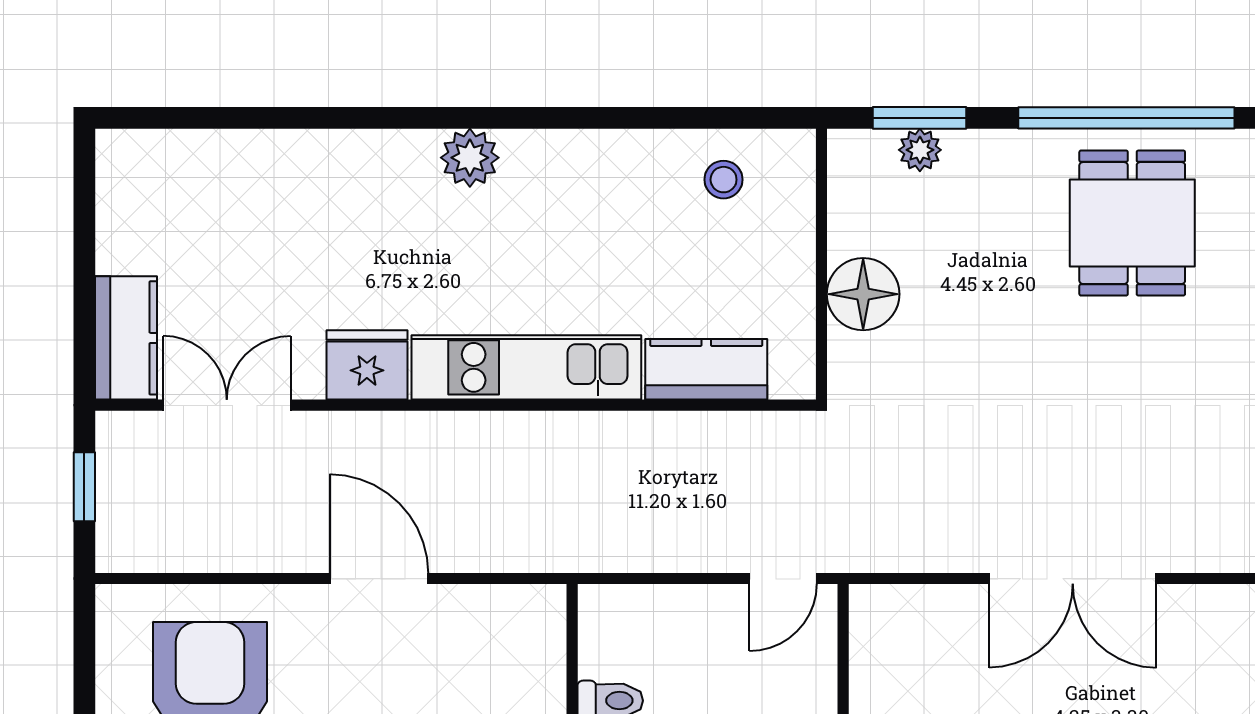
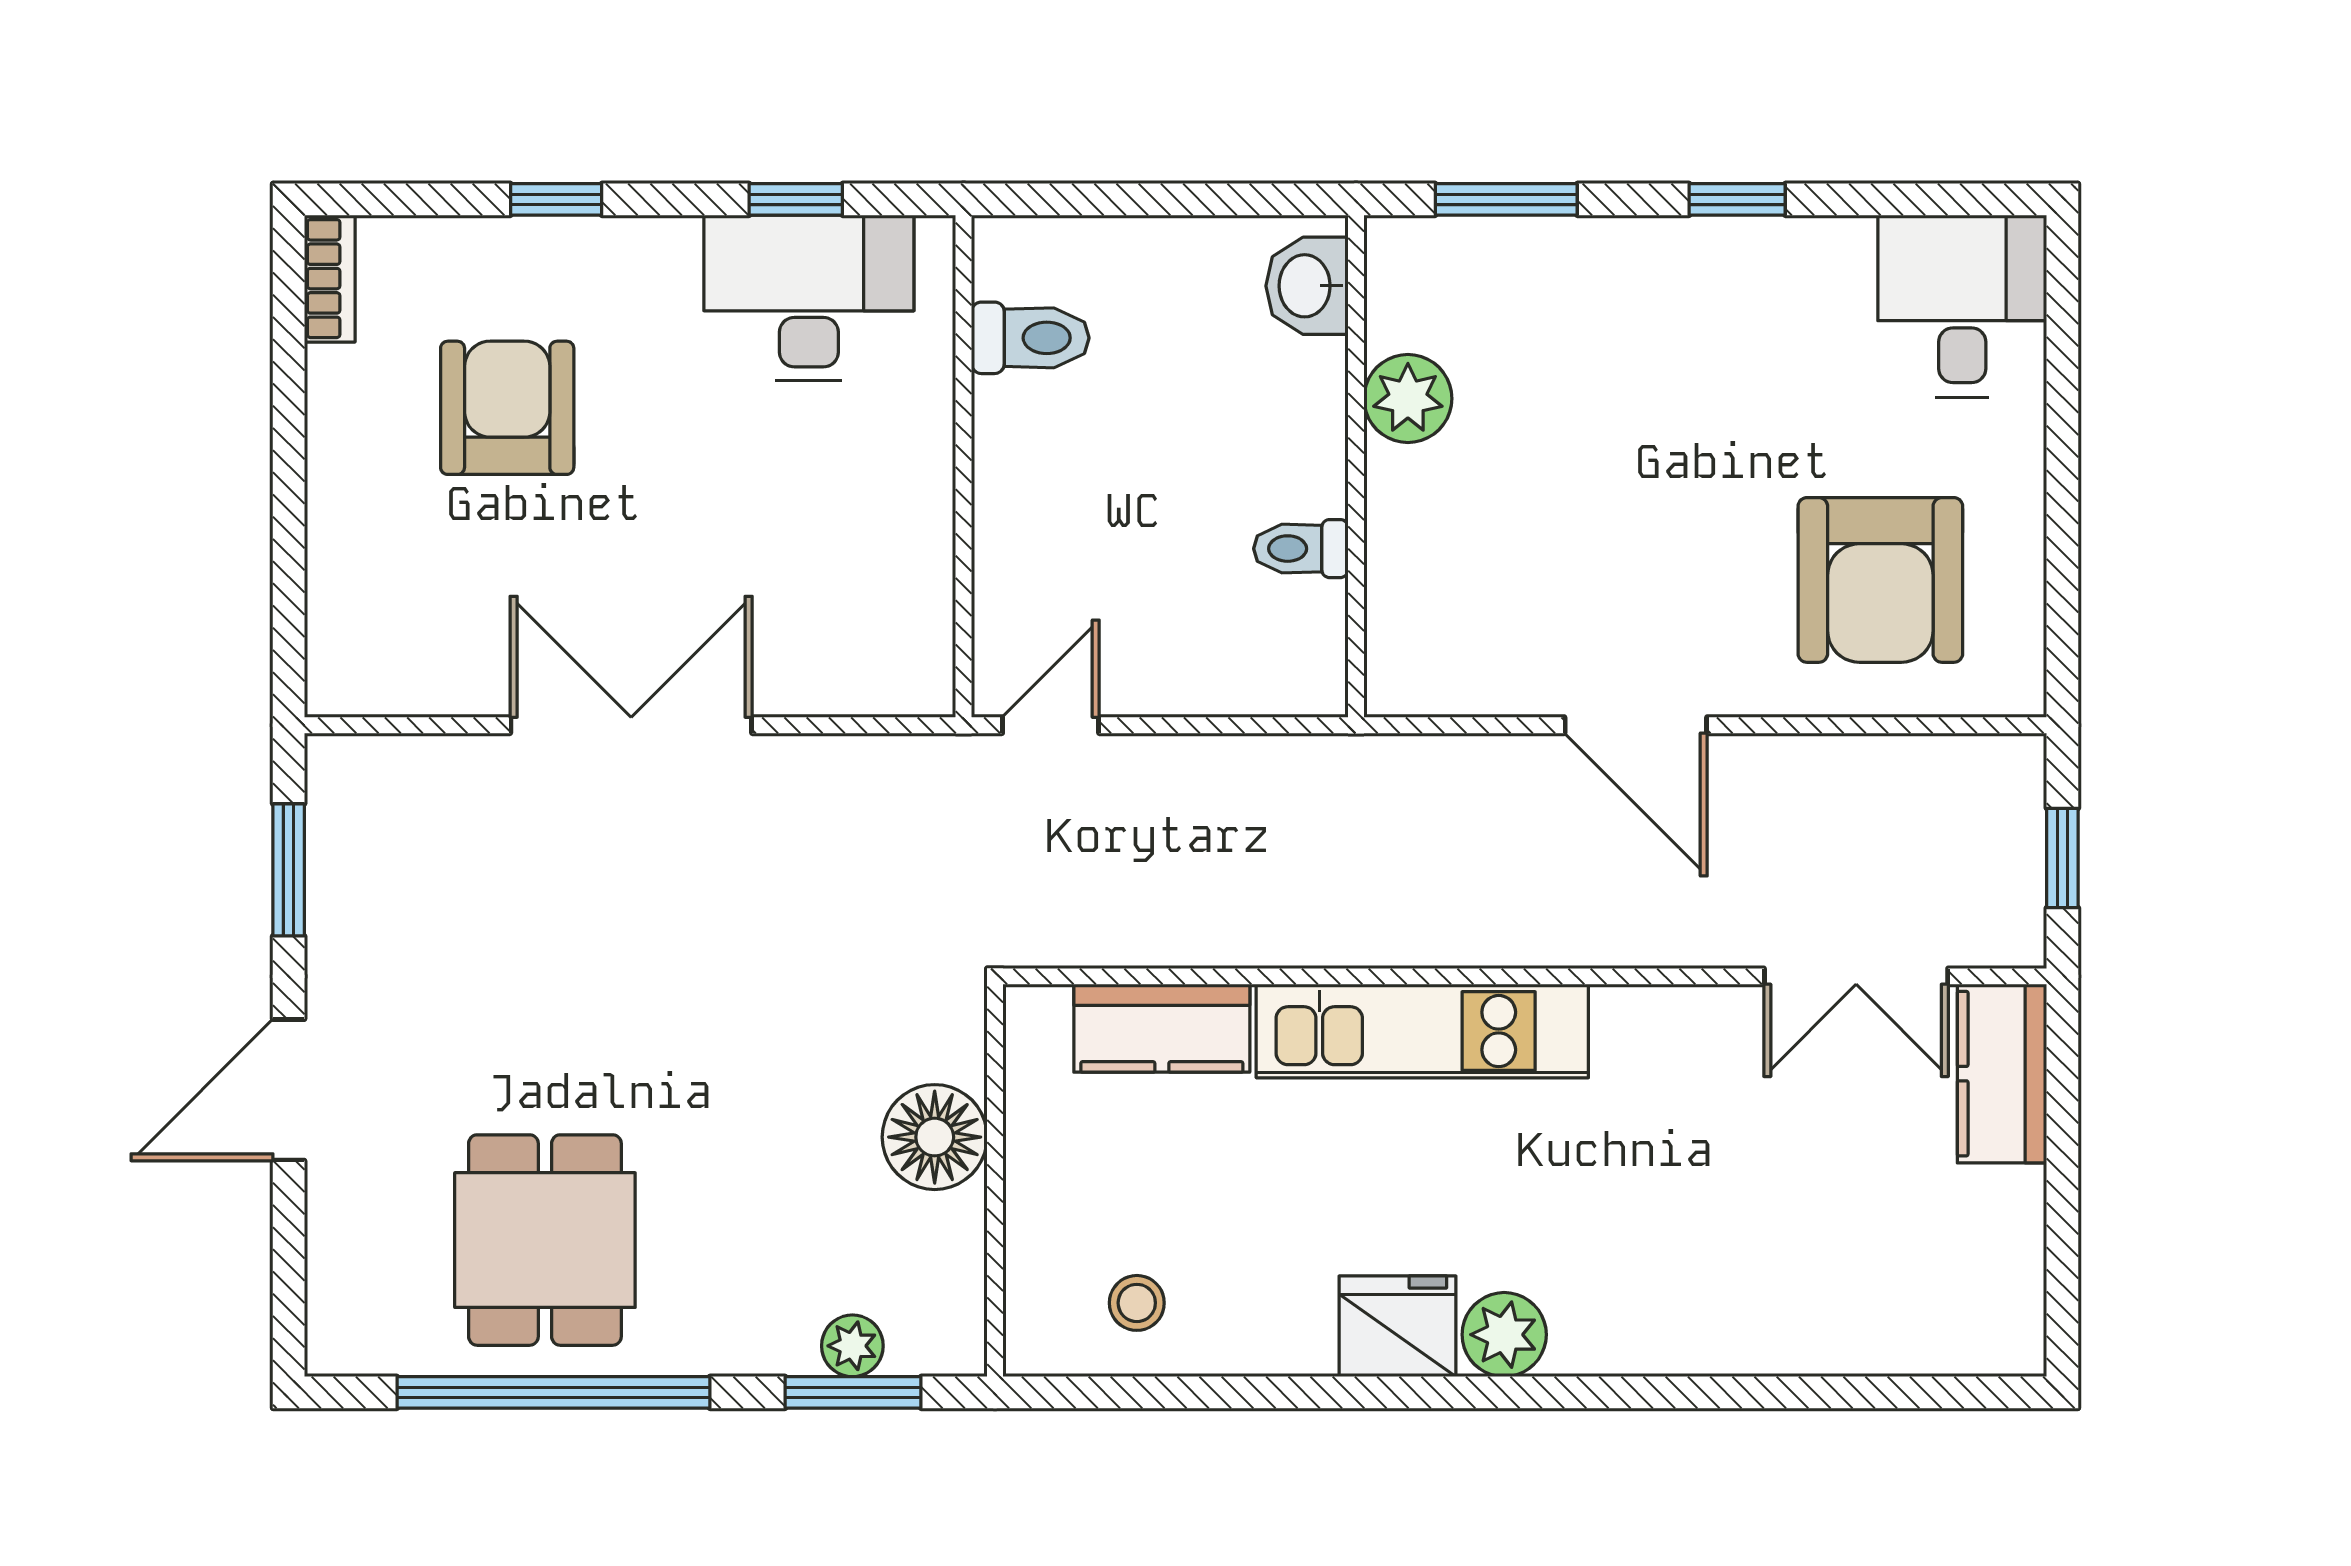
fridge: (367, 365) -> (1397, 1326), moved, turned 180

